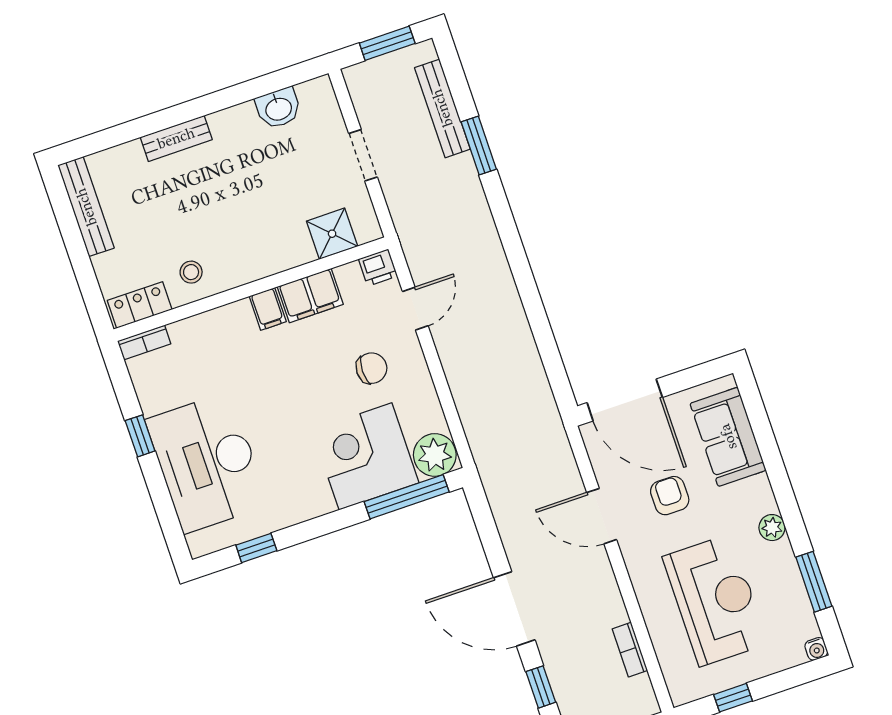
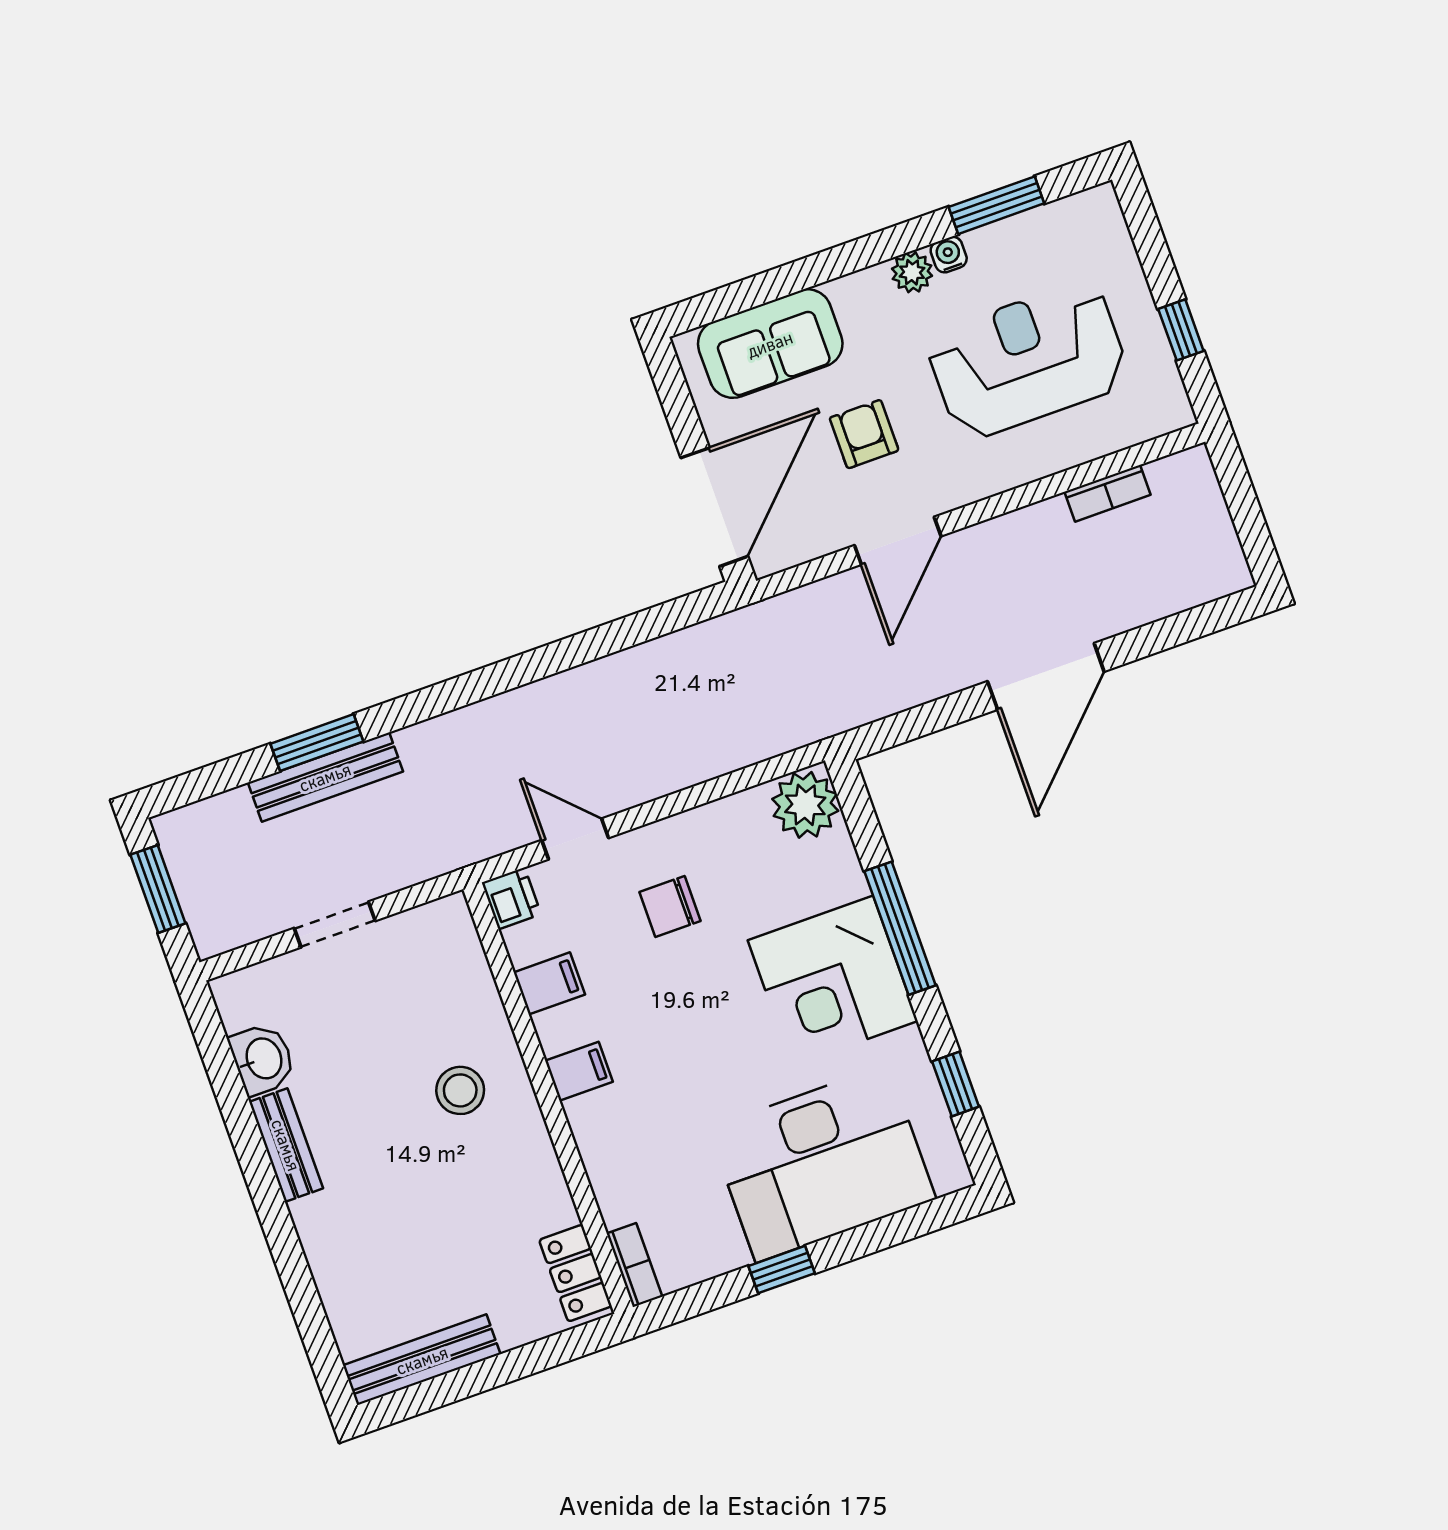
bench: (442, 108) -> (325, 777), moved
bench: (176, 138) -> (286, 1145), moved
shower: (332, 234) -> (459, 972), removed
stool: (191, 272) -> (460, 1090), moved, width x1.37, depth x1.37
filing cabinet: (310, 296) -> (549, 983), width x0.50
chair: (372, 368) -> (670, 906), turned -90
corner desk: (365, 456) -> (833, 981), moved
armchair: (670, 496) -> (864, 434), turned 90
window: (407, 497) -> (900, 928), moved
water cooler: (816, 649) -> (949, 255), moved, turned -90
window: (541, 687) -> (1168, 633), removed

